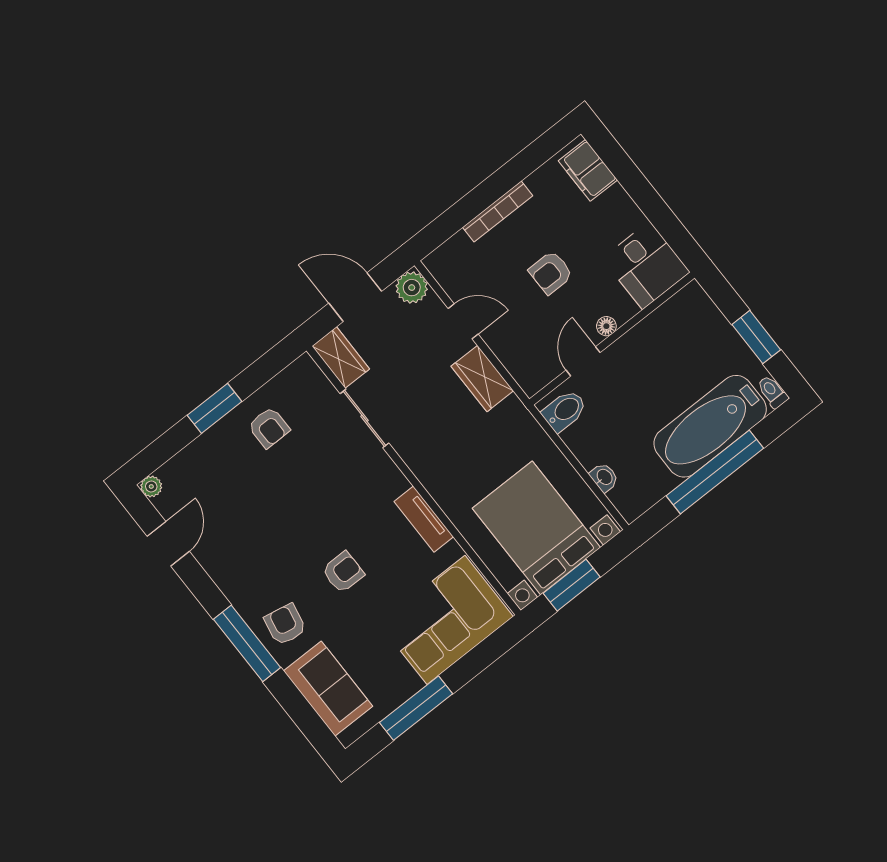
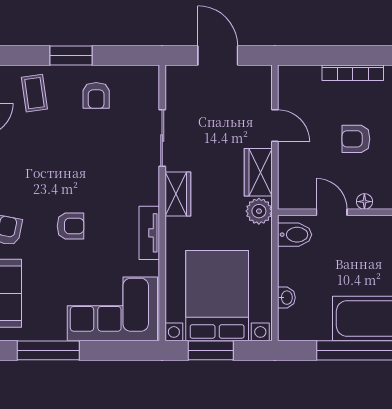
plant: (412, 288) -> (259, 211), moved
wardrobe: (341, 358) -> (178, 194), moved
door: (583, 361) -> (332, 212), hinge flipped
coffee table: (208, 472) -> (34, 93), added

